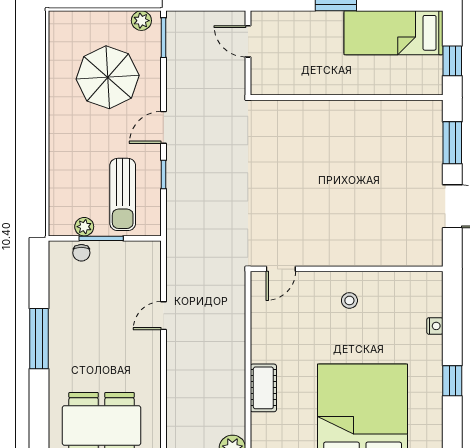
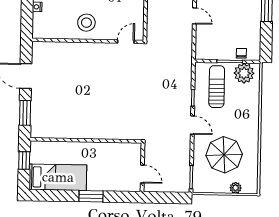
plant: (141, 21) -> (236, 188), moved
door: (163, 127) -> (192, 125), hinge flipped
plant: (84, 227) -> (244, 73), width x1.88, depth x1.88
stool: (349, 300) -> (86, 23), width x1.89, depth x1.89
door: (163, 316) -> (194, 16), hinge flipped

